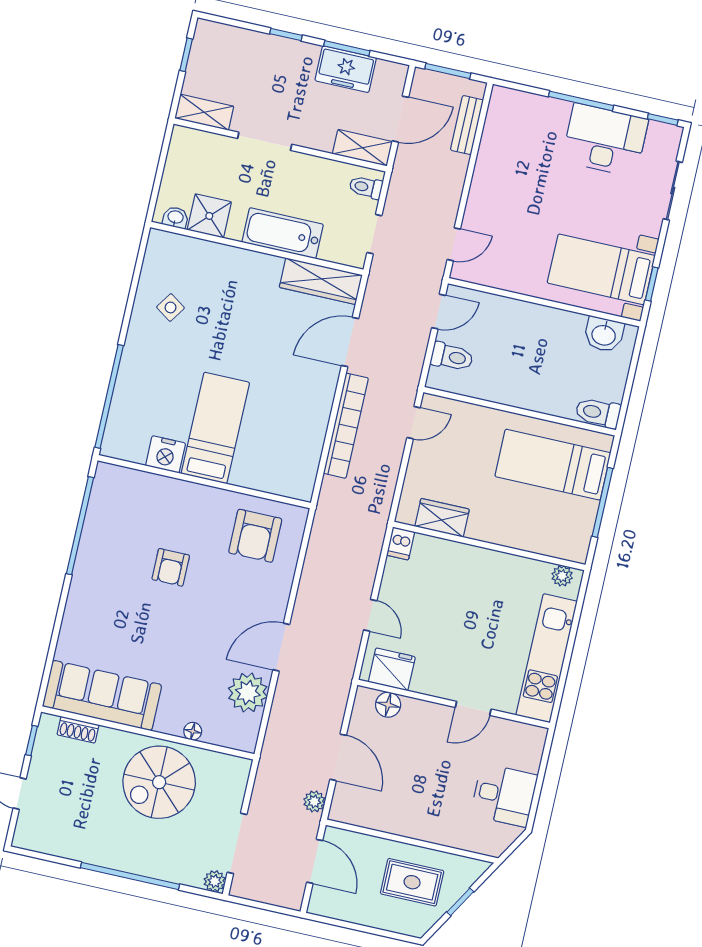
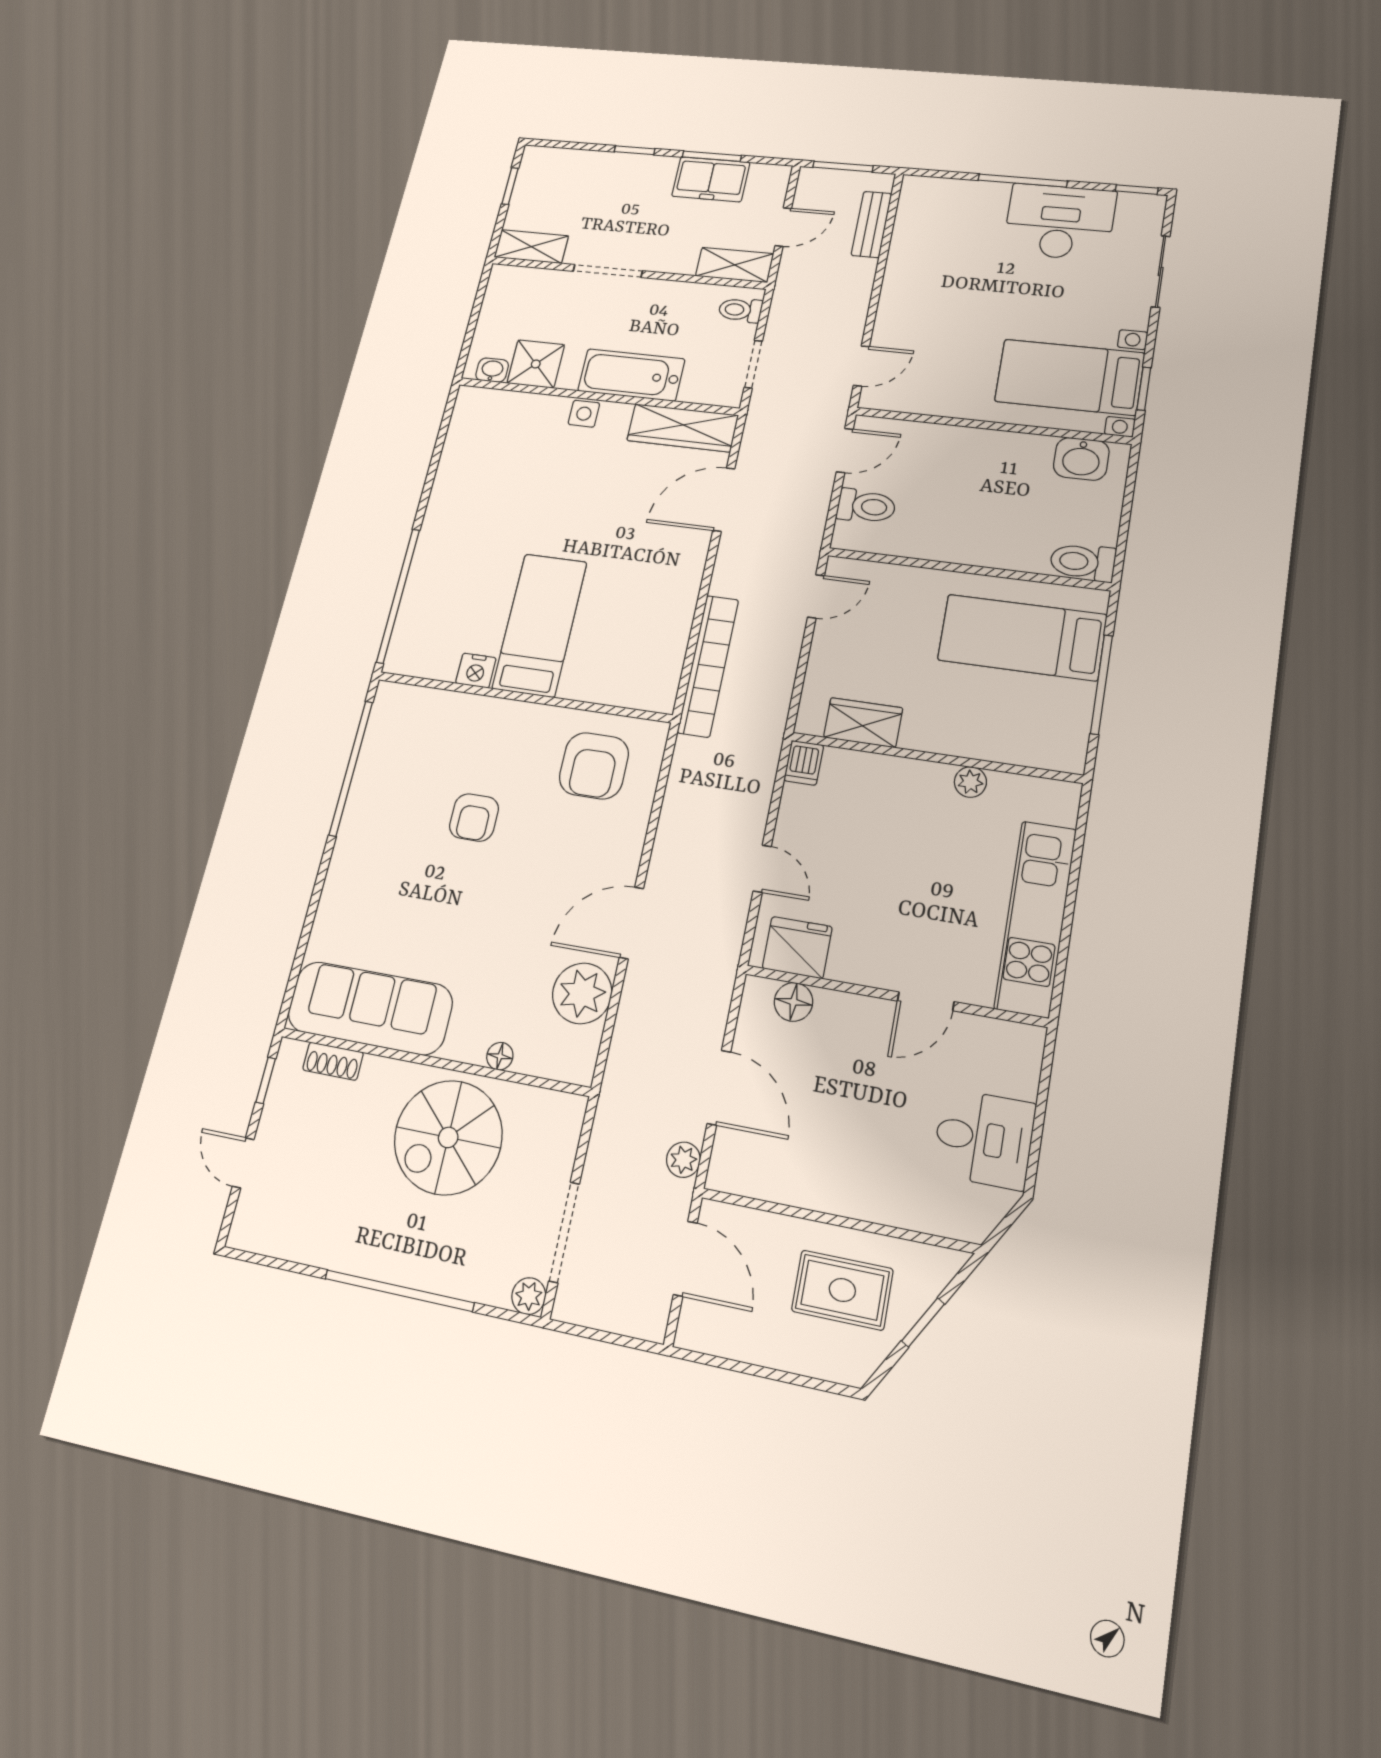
door: (400, 119) -> (783, 227), width x0.73
side table: (171, 307) -> (584, 414), moved, turned -34
bookcase: (346, 426) -> (708, 666), moved
nightstand: (166, 454) -> (476, 671), width x0.74, depth x0.75
plant: (562, 576) -> (970, 782), moved

